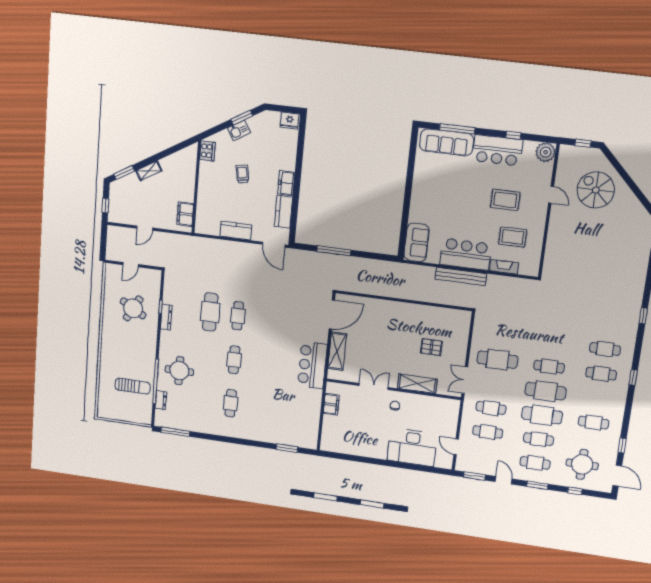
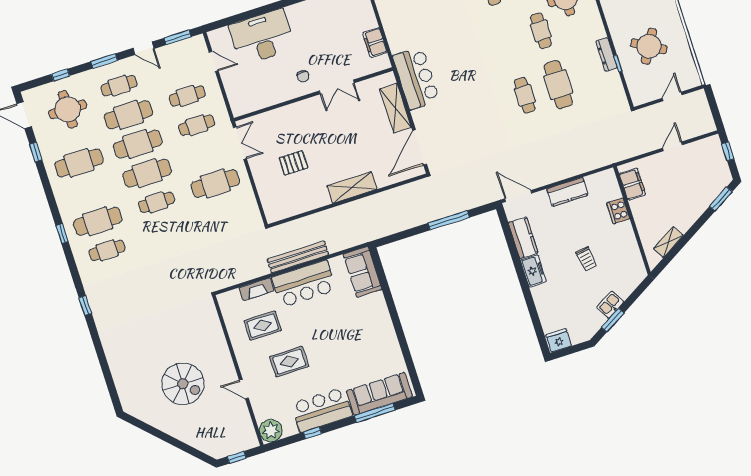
cooker: (207, 151) -> (618, 211), moved
shelving: (149, 171) -> (668, 242), moved
spiral stairs: (596, 190) -> (183, 384), moved
cafe table: (234, 360) -> (541, 31), moved
cafe table: (601, 374) -> (98, 221), width x1.37, depth x1.35
shelving: (417, 384) -> (352, 188), moved
cafe table: (593, 423) -> (79, 163), width x1.37, depth x1.35
cafe table: (538, 439) -> (128, 115), width x1.37, depth x1.35

